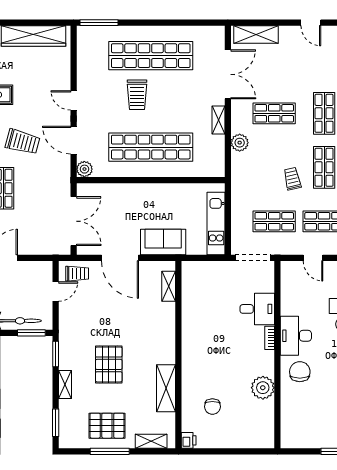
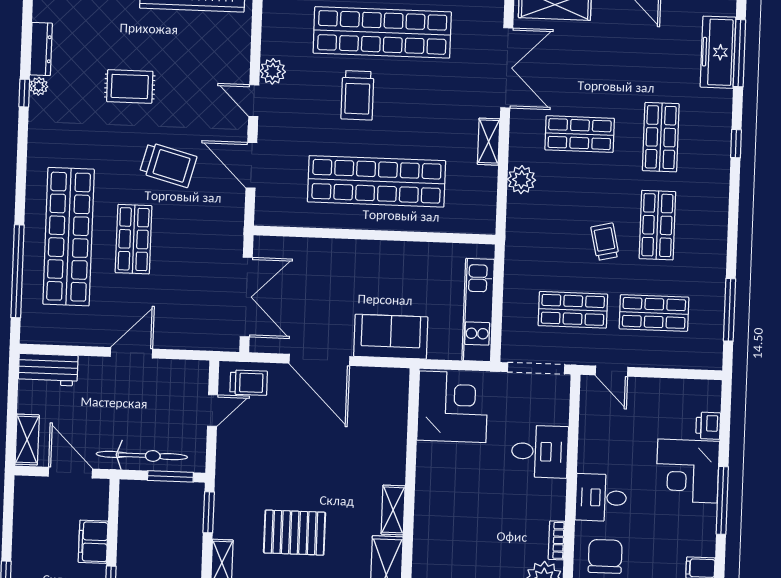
plant: (84, 169) -> (273, 71), moved
door: (313, 258) -> (612, 371), moved
corner desk: (203, 284) -> (453, 407), added
shelving: (169, 286) -> (393, 510), moved
desk: (296, 336) -> (601, 498), width x0.73
bookcase: (270, 338) -> (557, 540), moved
pallet: (109, 364) -> (295, 533), turned 90

